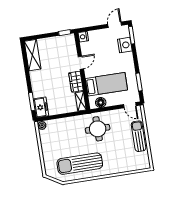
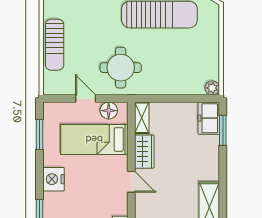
nightstand: (125, 45) -> (54, 179), moved
door: (81, 63) -> (131, 182), swing flipped
door: (130, 105) -> (86, 99), moved

